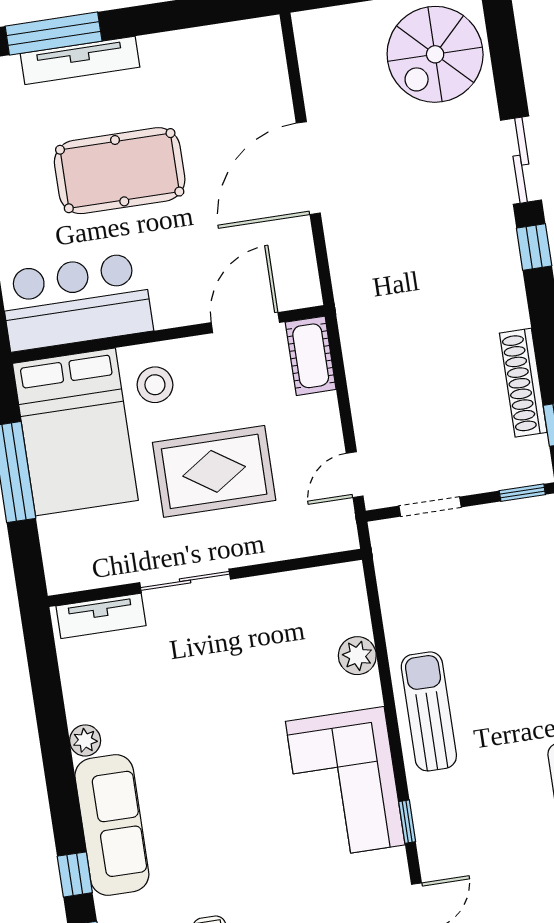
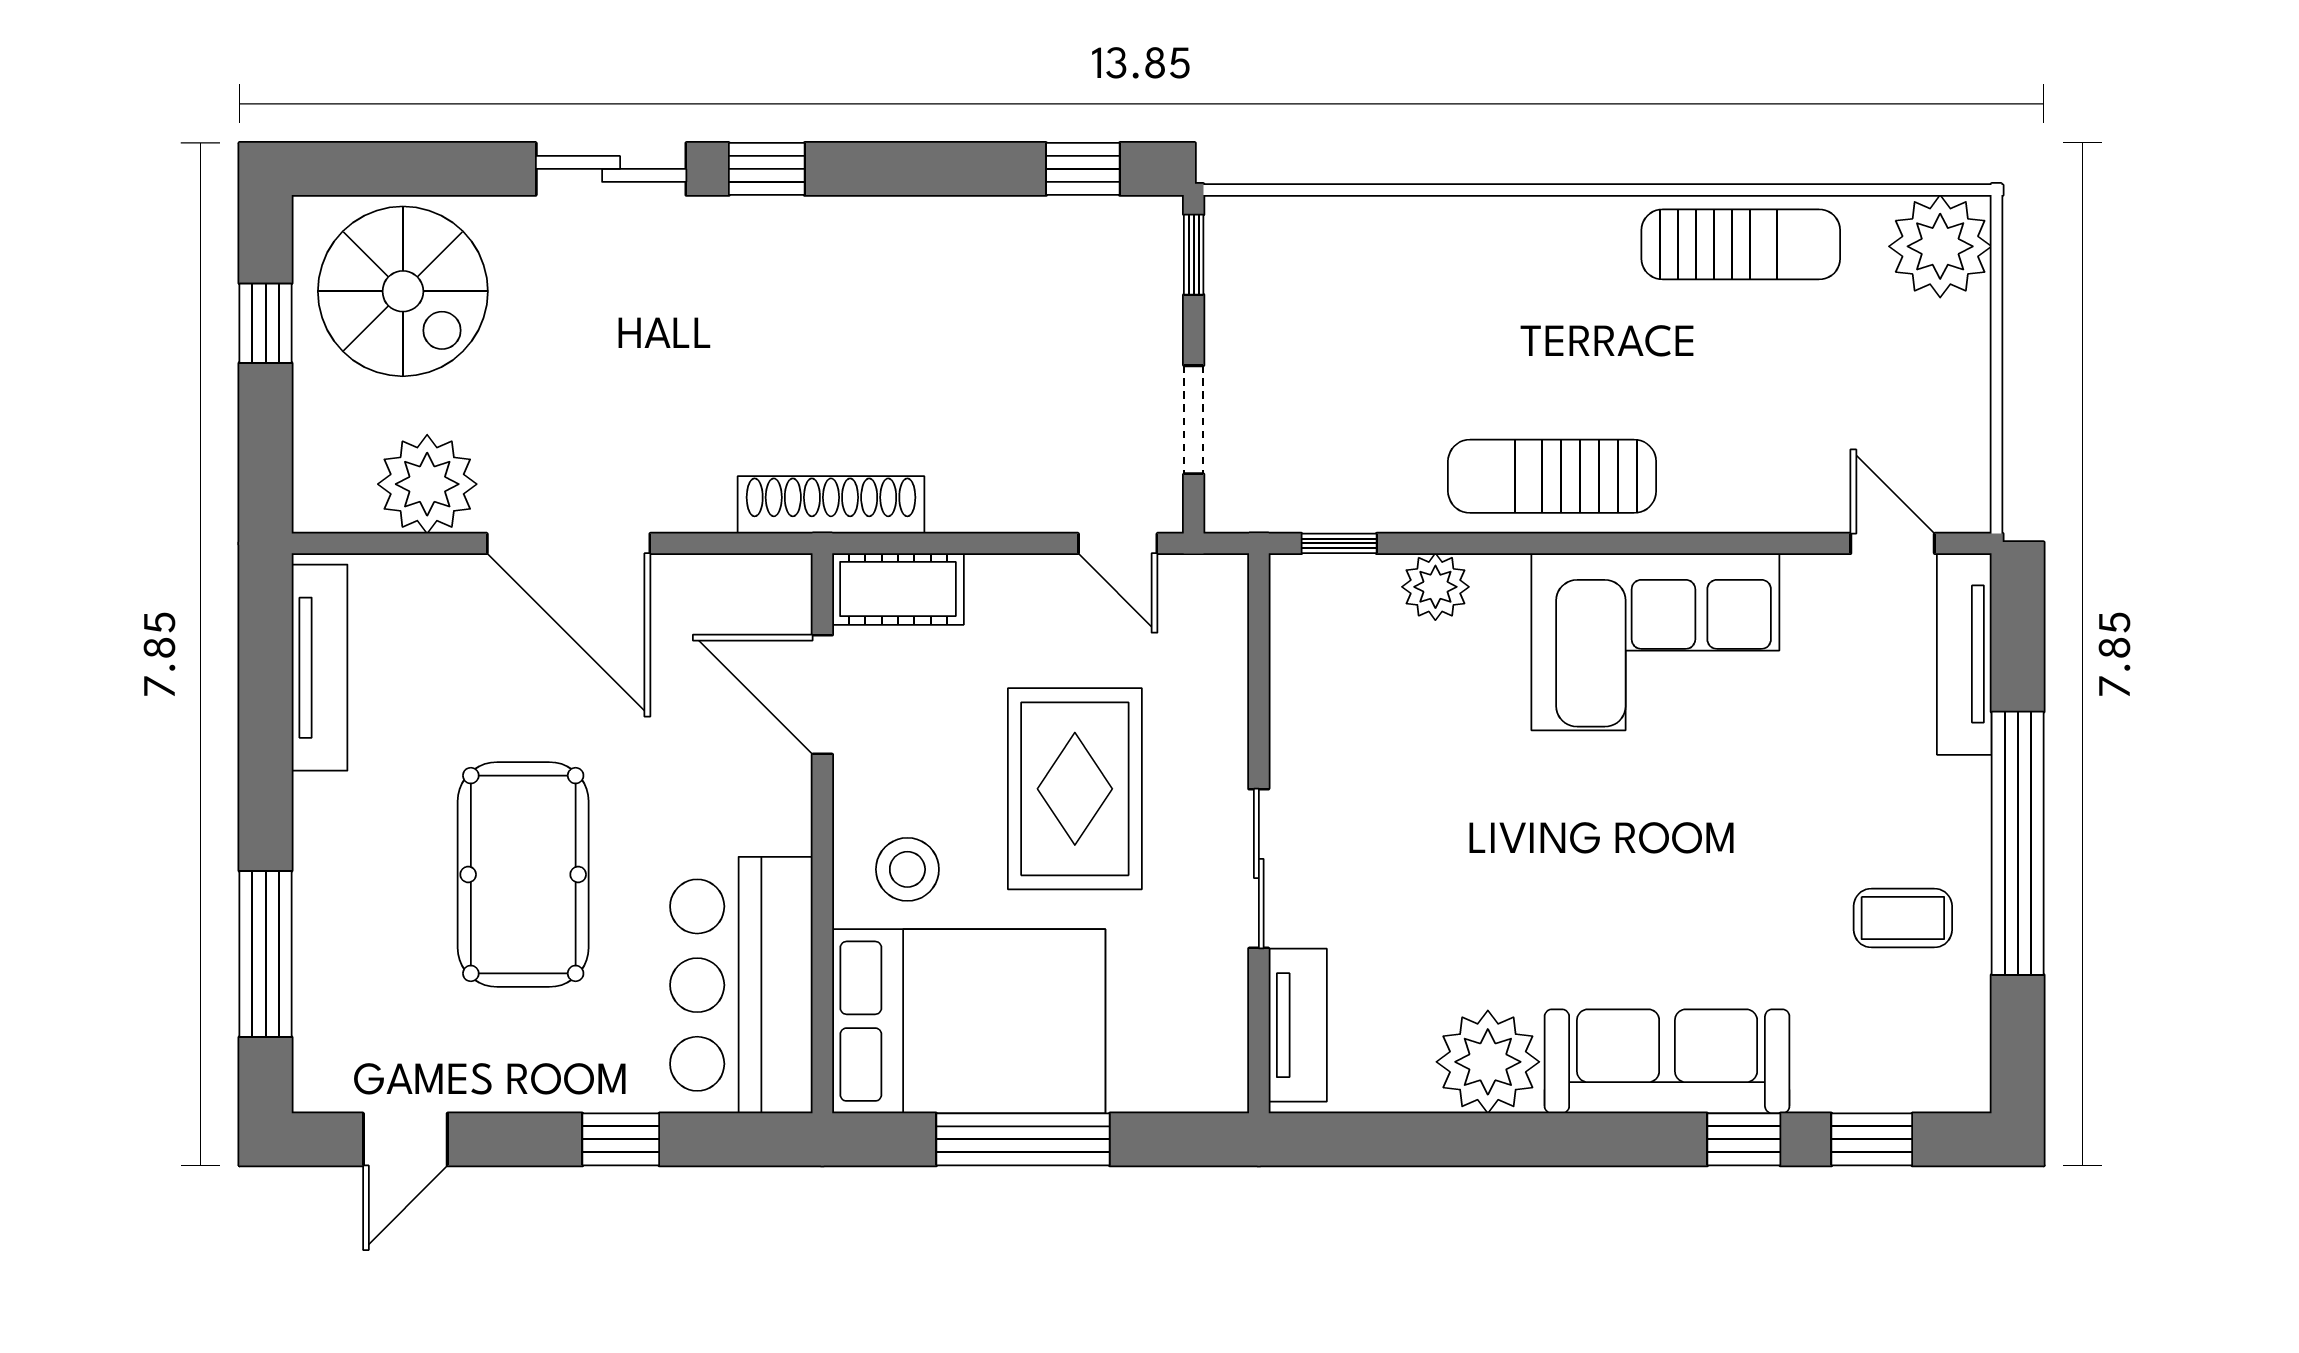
tv unit: (80, 60) -> (320, 668), moved
plant: (329, 84) -> (427, 484), added
shoe rack: (523, 383) -> (831, 505), moved, turned 180
plant: (85, 740) -> (1488, 1062), width x1.88, depth x1.88
window: (407, 822) -> (1339, 543), moved

